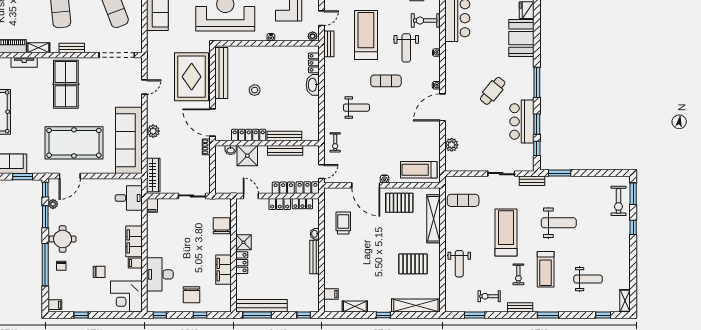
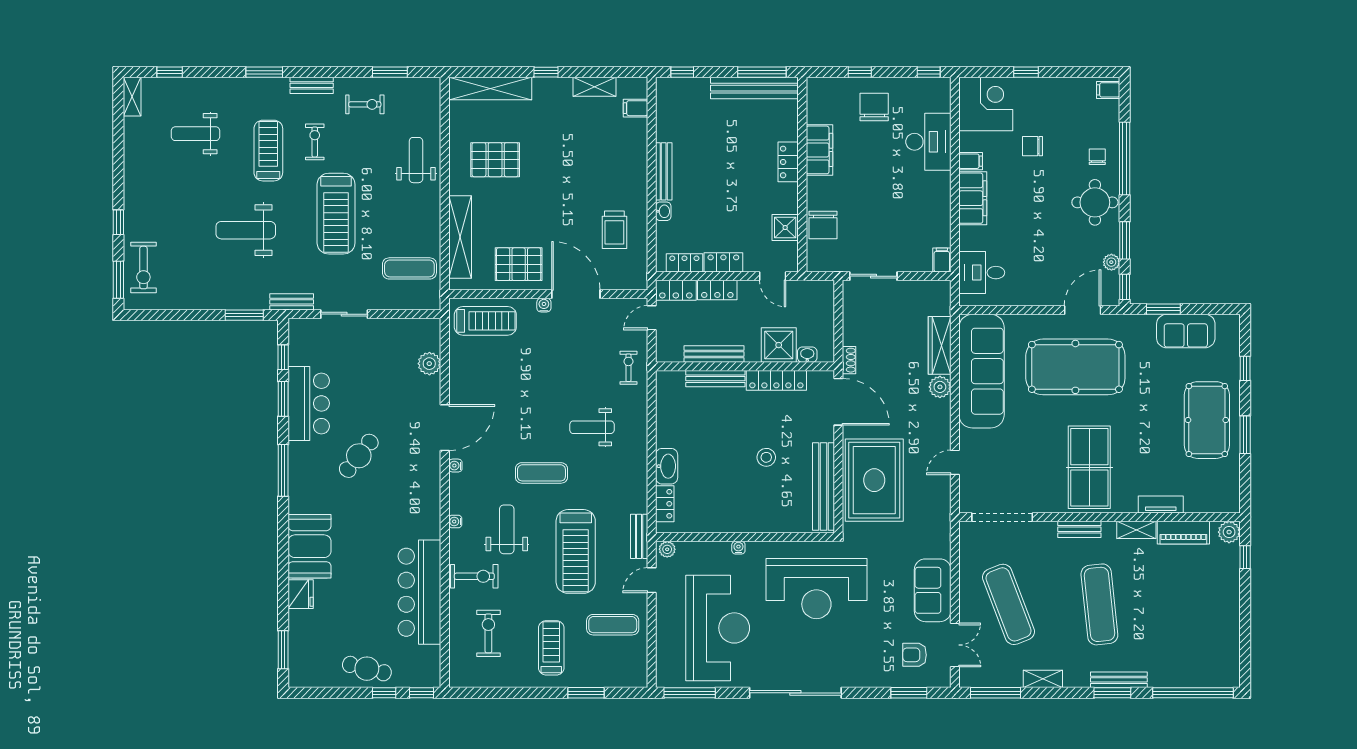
wardrobe: (153, 175) -> (940, 345), moved
exercise bike: (618, 201) -> (143, 268), turned 180
shower: (244, 242) -> (785, 228), moved
window: (81, 315) -> (1026, 72), moved

